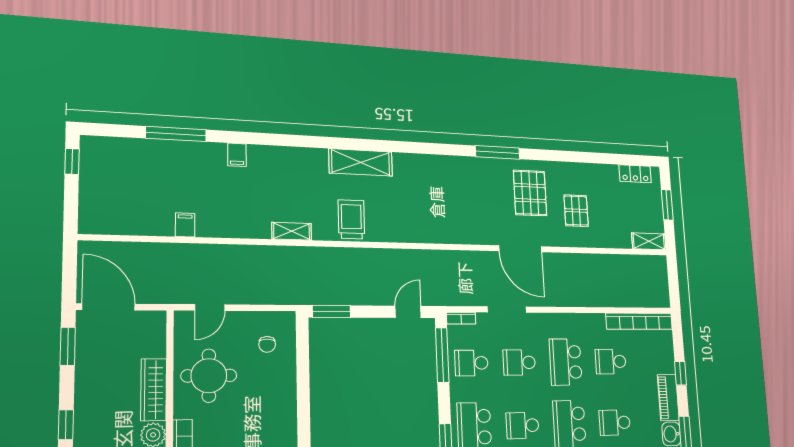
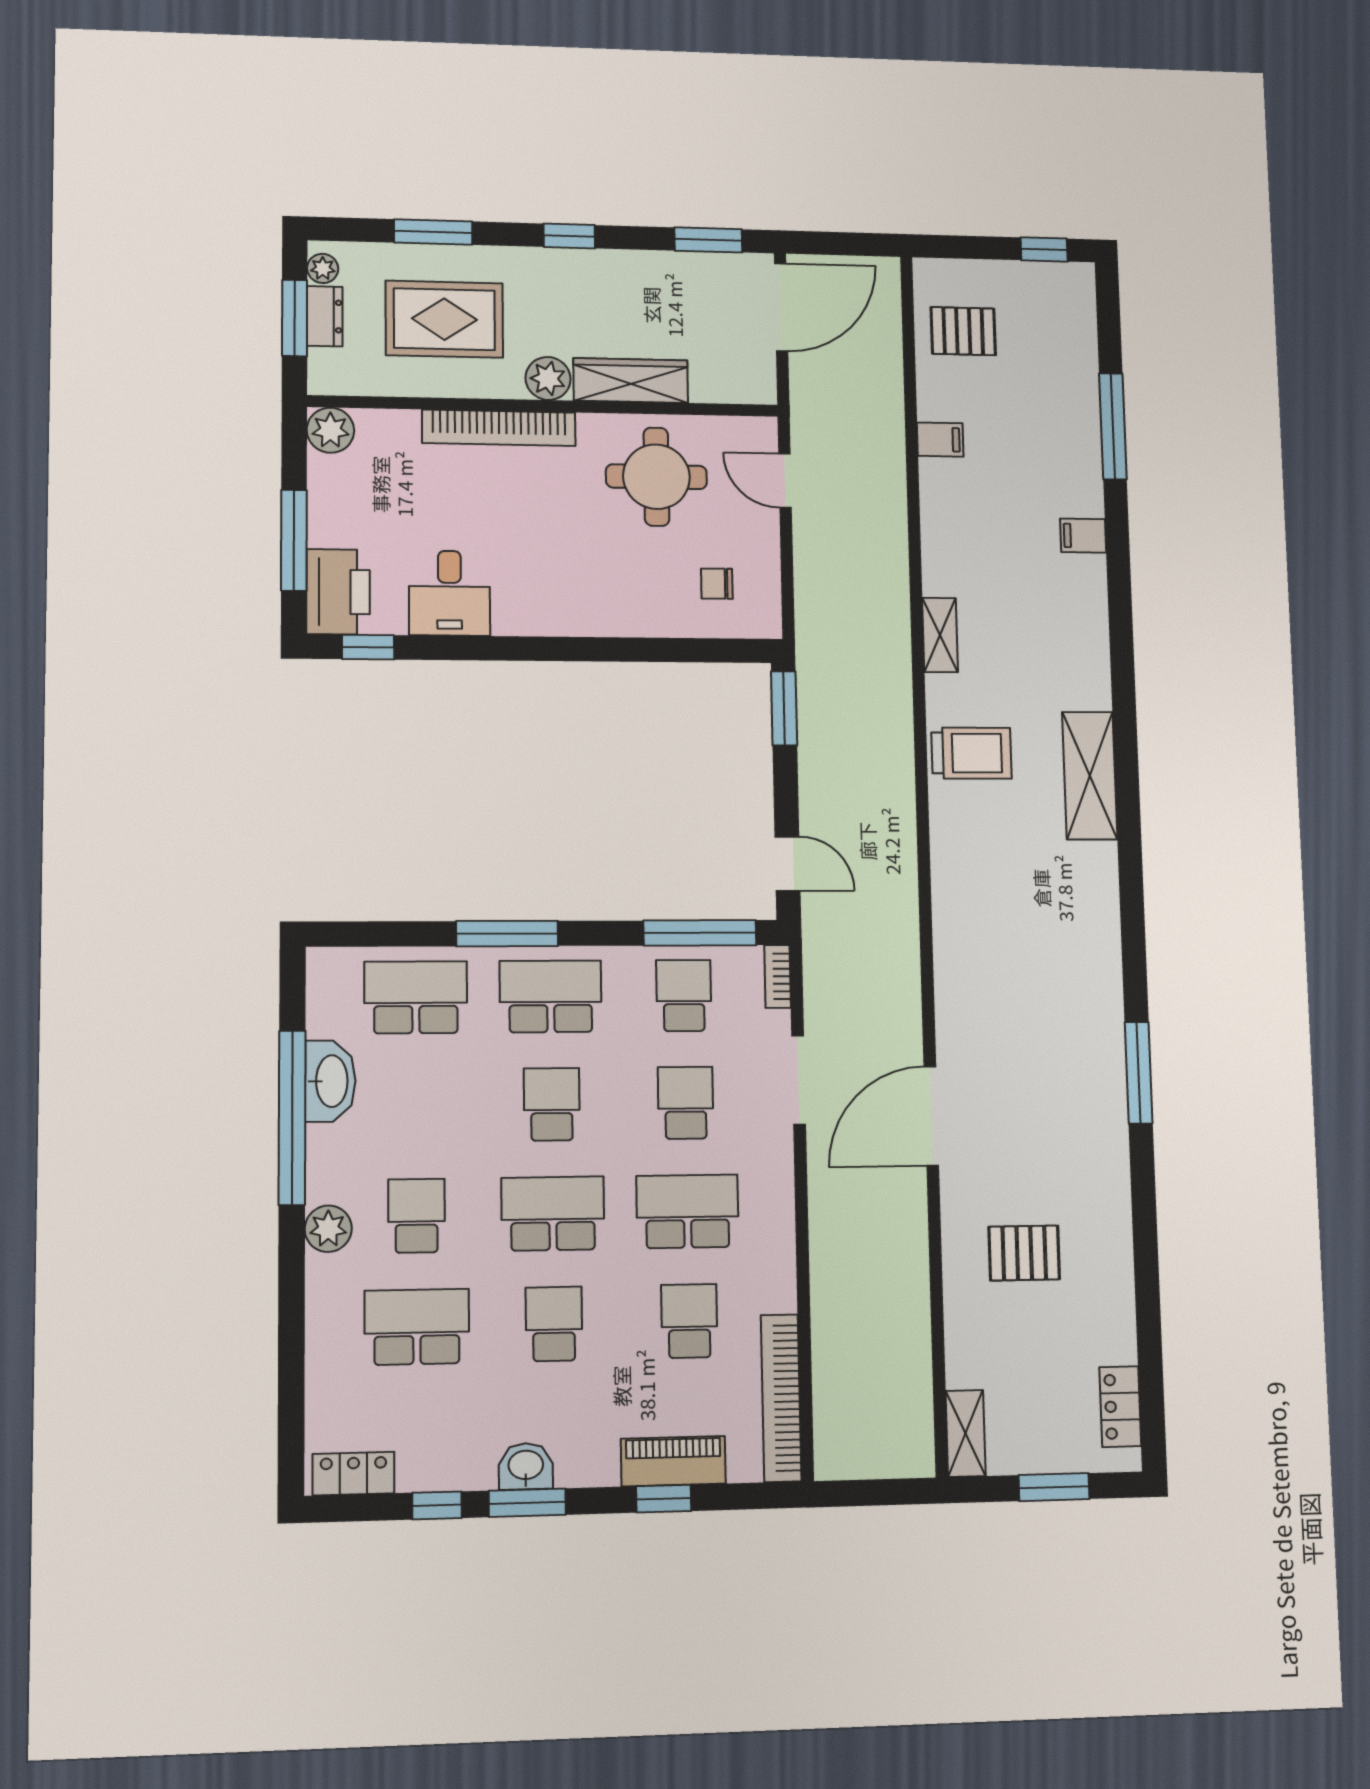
pallet: (530, 193) -> (963, 331), moved, width x0.67, depth x0.71
piano: (668, 397) -> (673, 1461), moved

